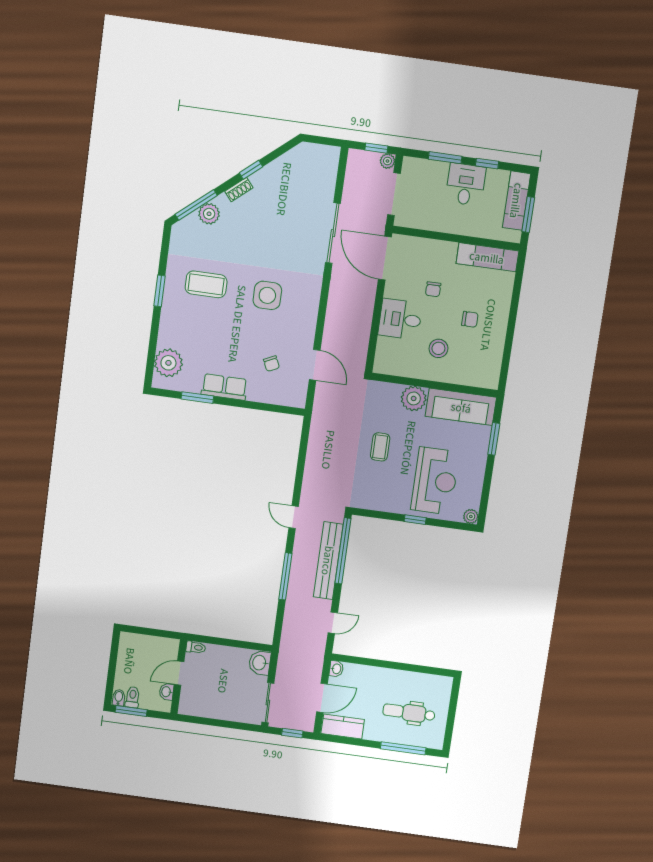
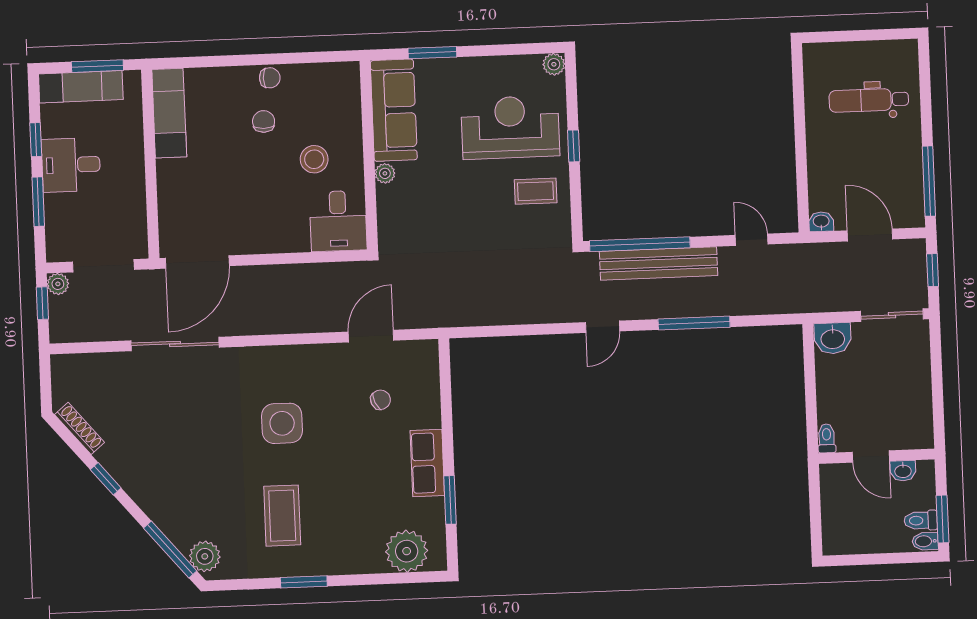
shoe rack: (239, 190) -> (80, 428), moved, width x1.43
plant: (209, 214) -> (205, 556), moved
chair: (433, 289) -> (270, 78), moved
desk: (400, 319) -> (338, 221), moved
plant: (414, 398) -> (385, 173), width x0.53, depth x0.53
coffee table: (380, 447) -> (536, 191), moved
dental chair: (409, 713) -> (869, 100), turned 90
kitchen counter: (343, 726) -> (908, 196), removed
window: (403, 748) -> (929, 181), moved

